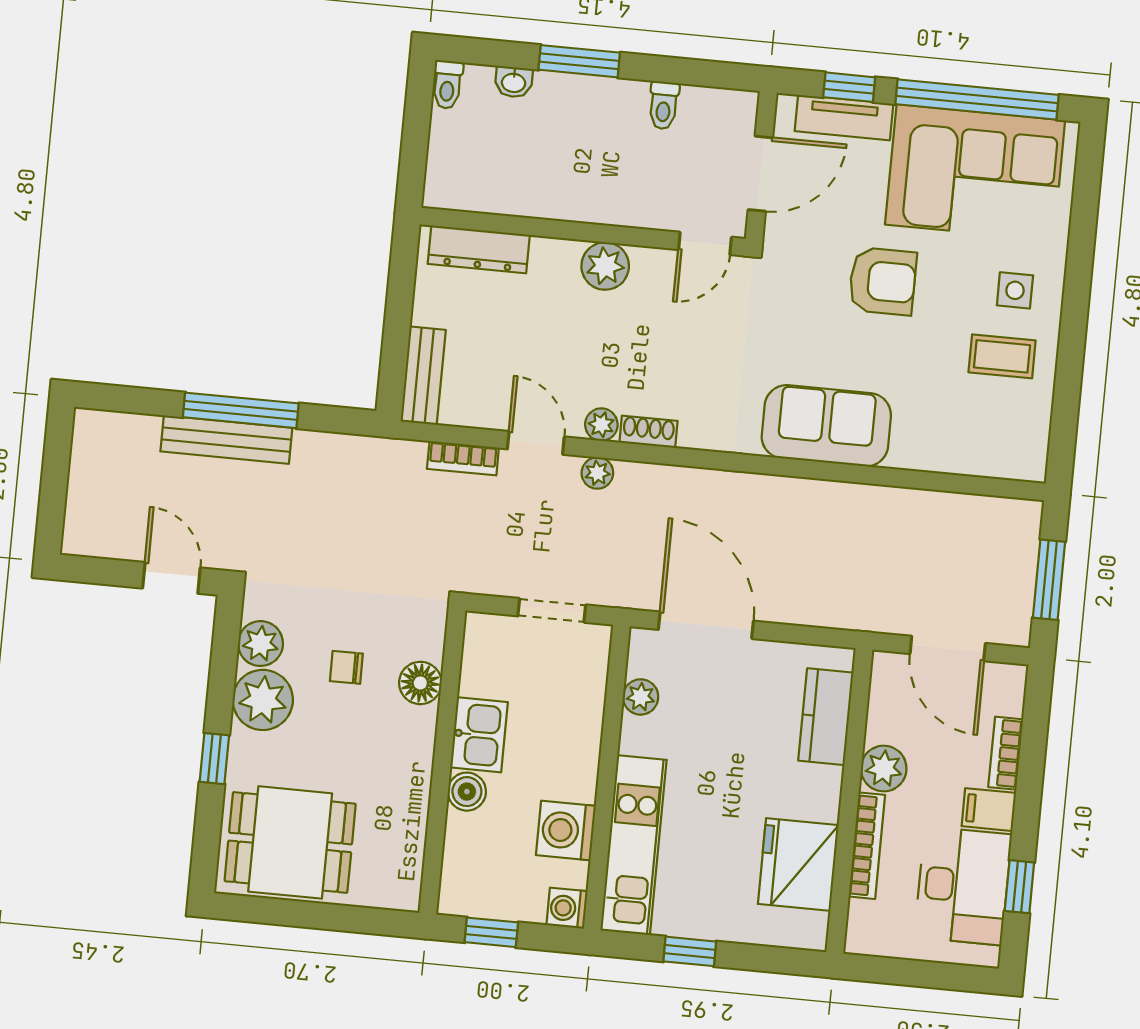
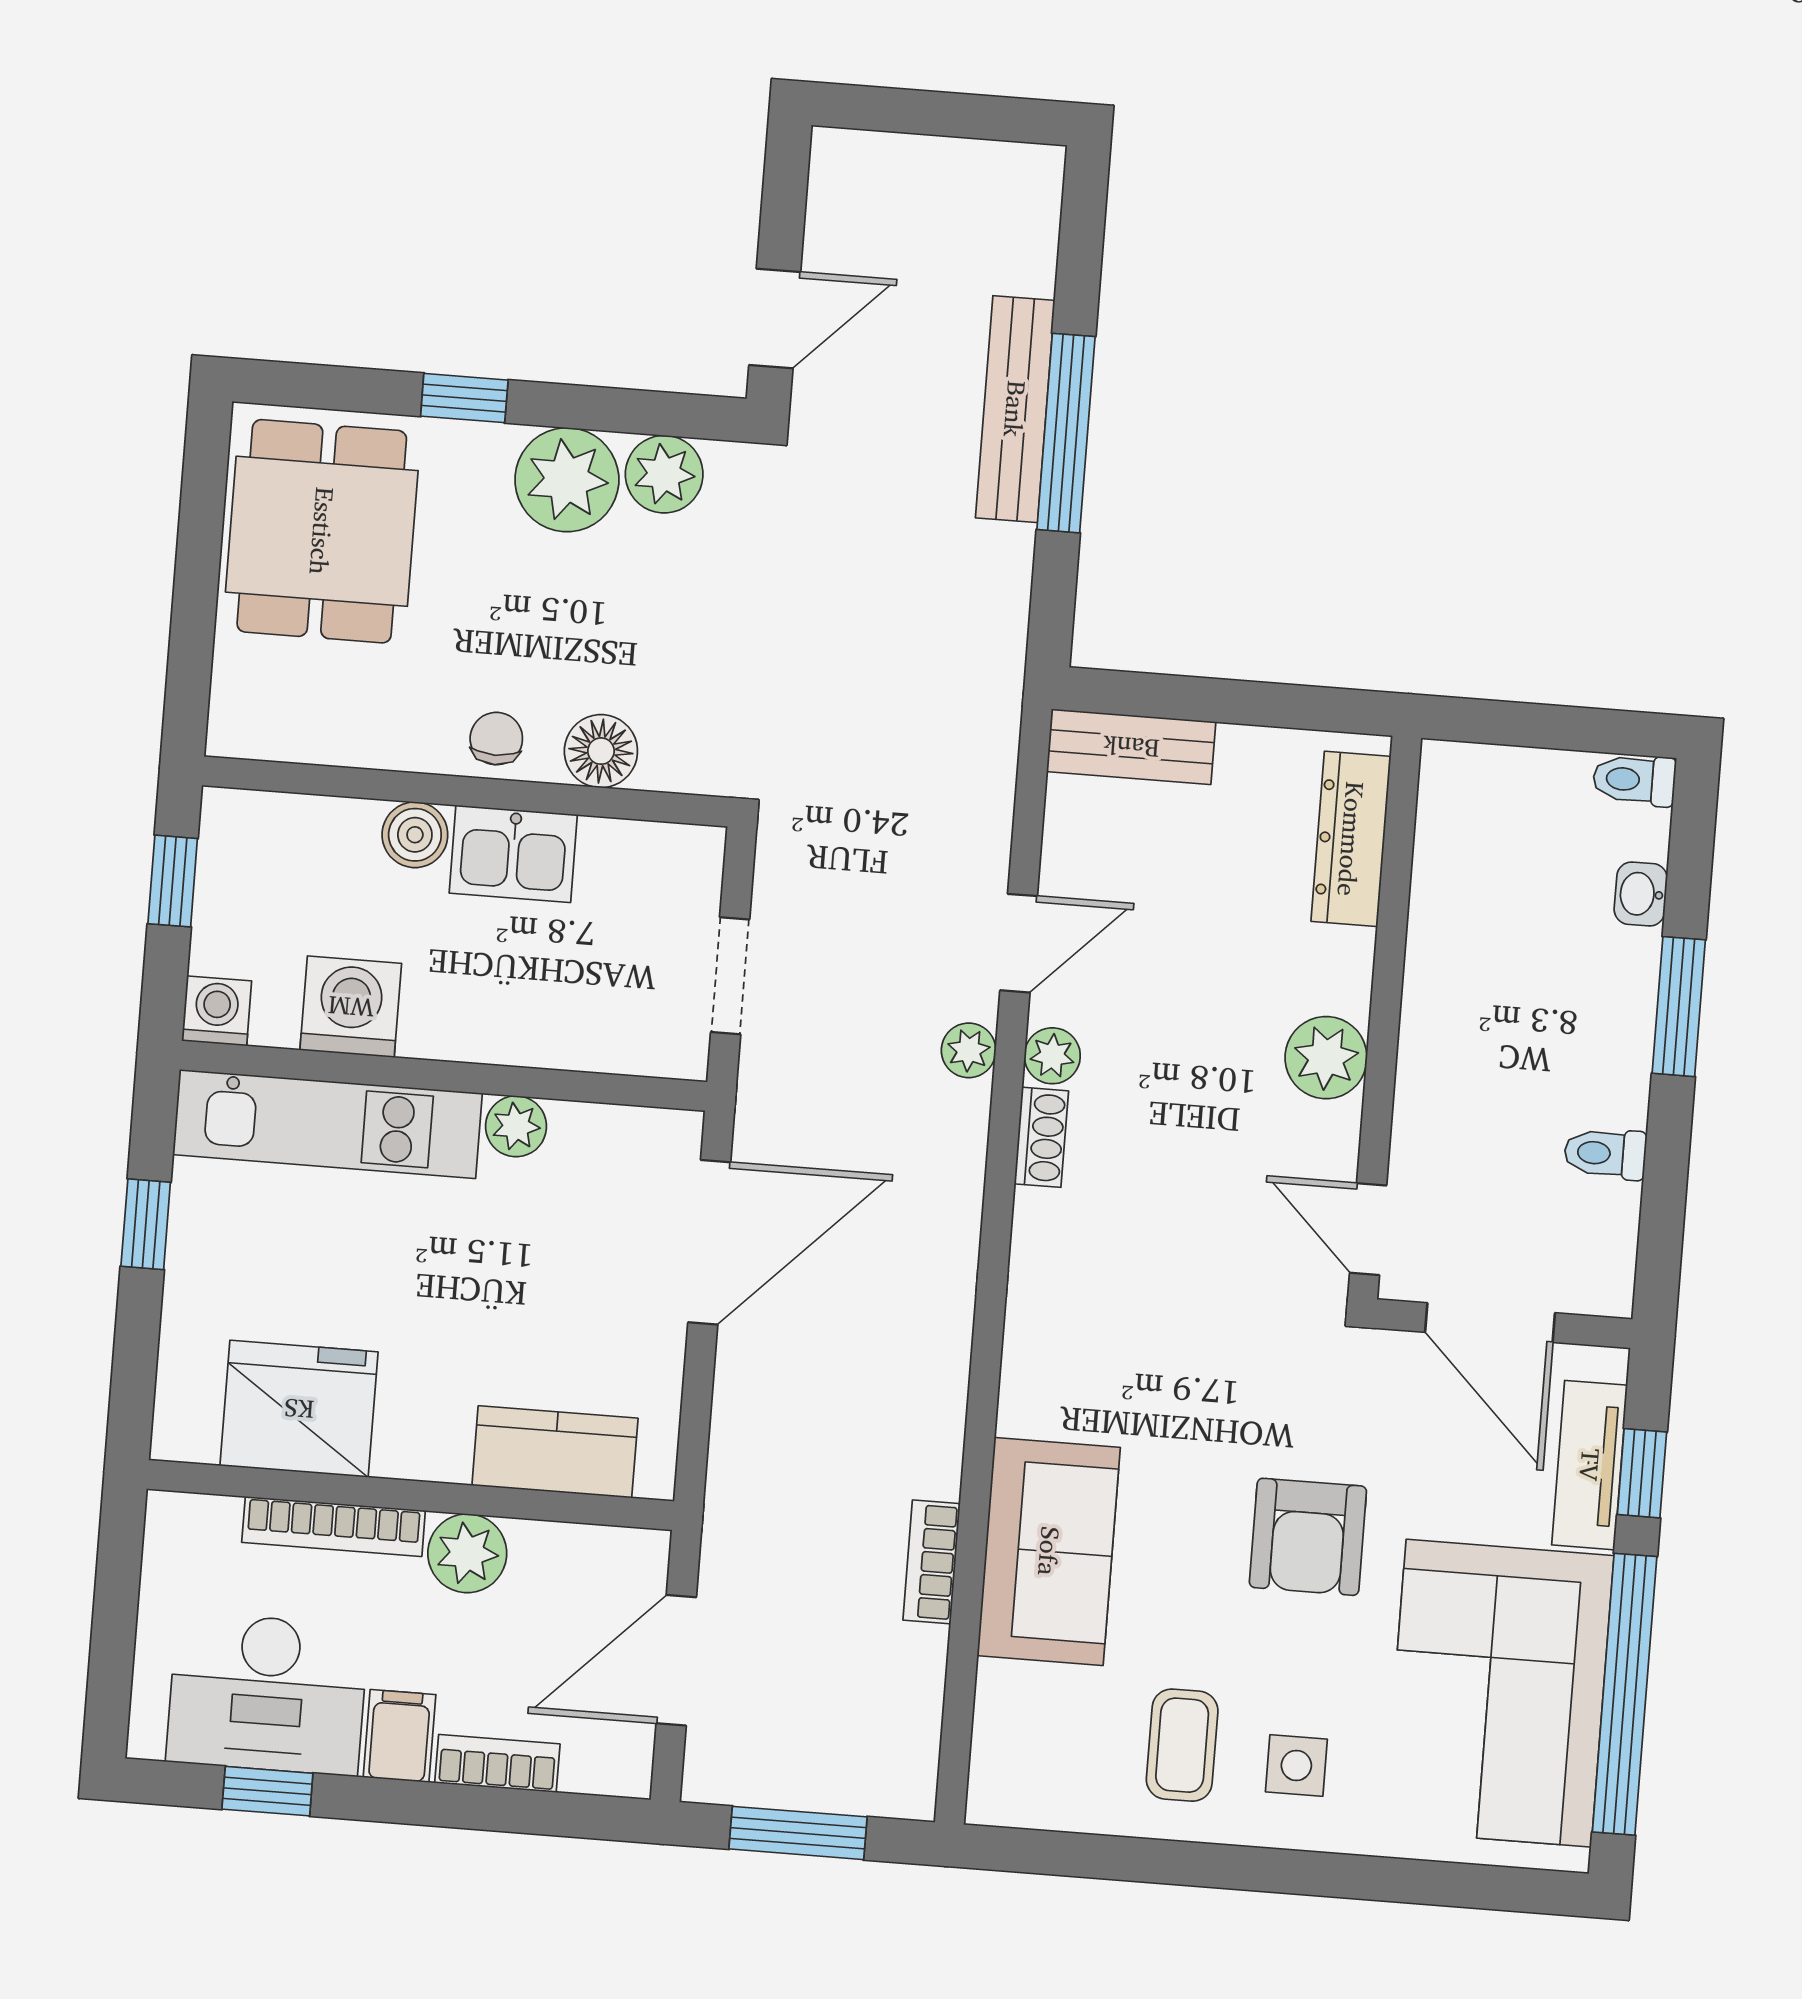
sofa: (826, 426) -> (1049, 1551), moved
bookcase: (463, 458) -> (932, 1562), moved
chair: (346, 667) -> (496, 739), moved
plant: (641, 697) -> (516, 1126), moved

